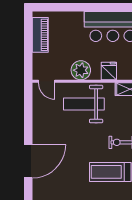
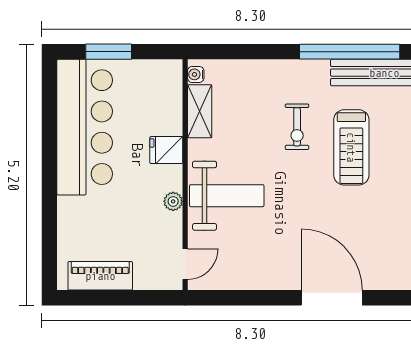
plant: (81, 70) -> (173, 201), width x0.53, depth x0.53
weight bench: (84, 104) -> (227, 196), turned -90

